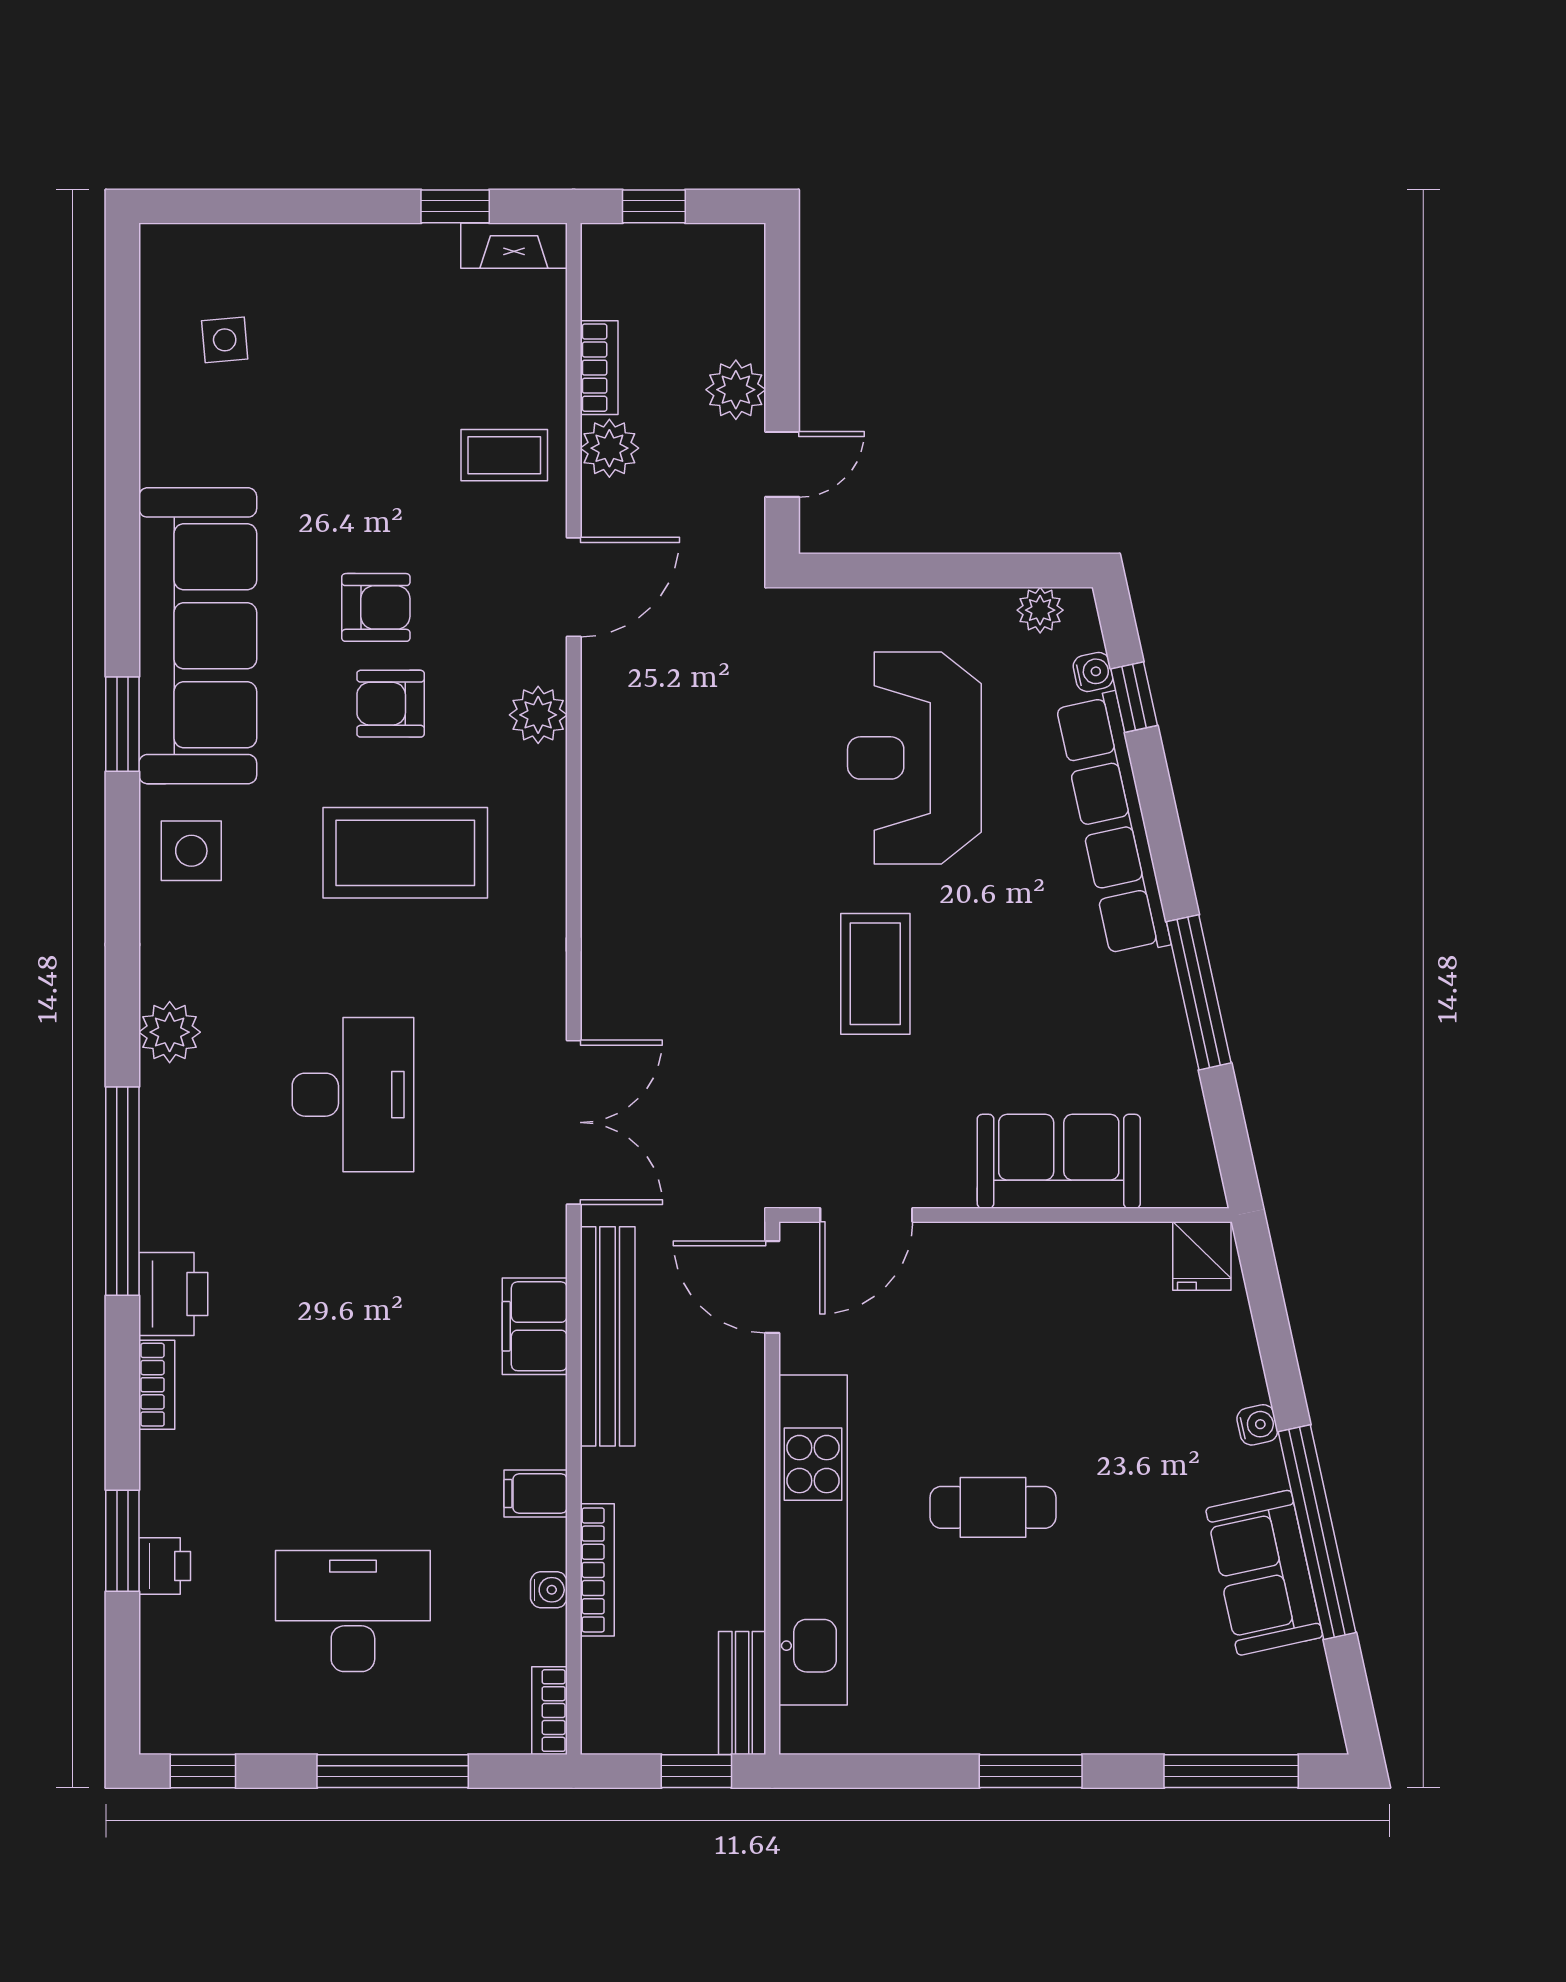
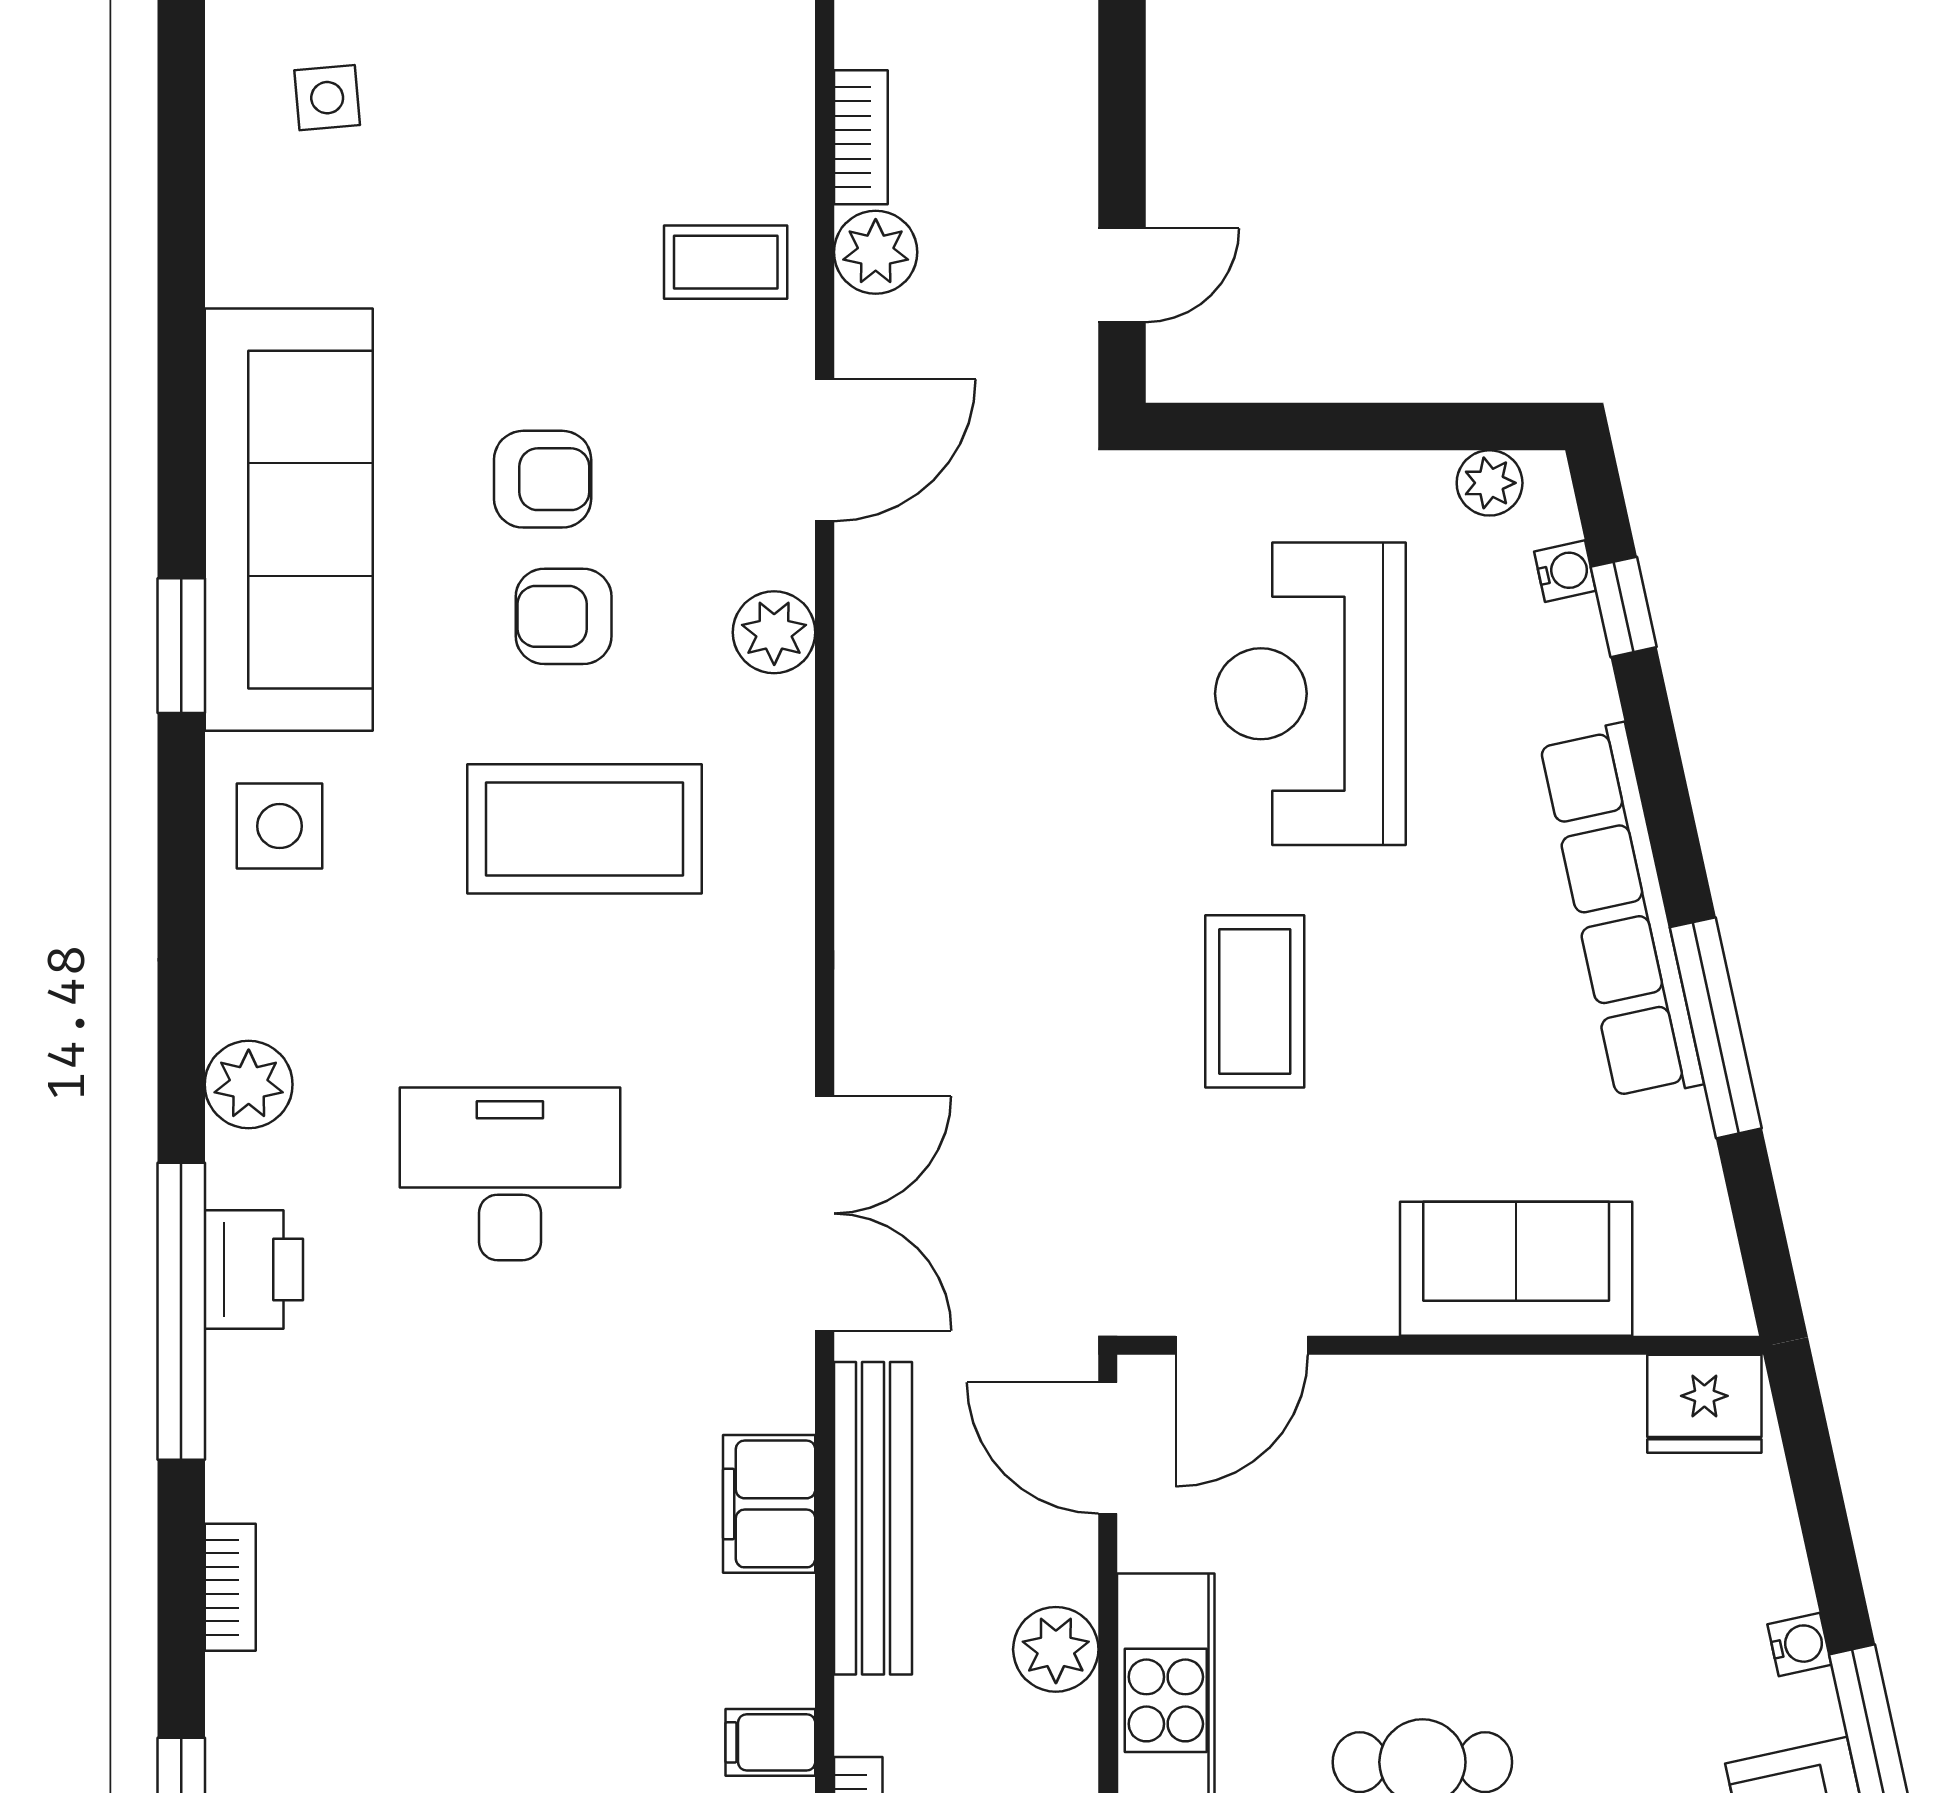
plant: (736, 390) -> (1056, 1649), moved
row of seats: (1113, 824) -> (1621, 912), moved
desk: (353, 1095) -> (510, 1174), turned -90
fridge: (1202, 1256) -> (1704, 1404), width x1.38
printer: (173, 1294) -> (254, 1270), moved

